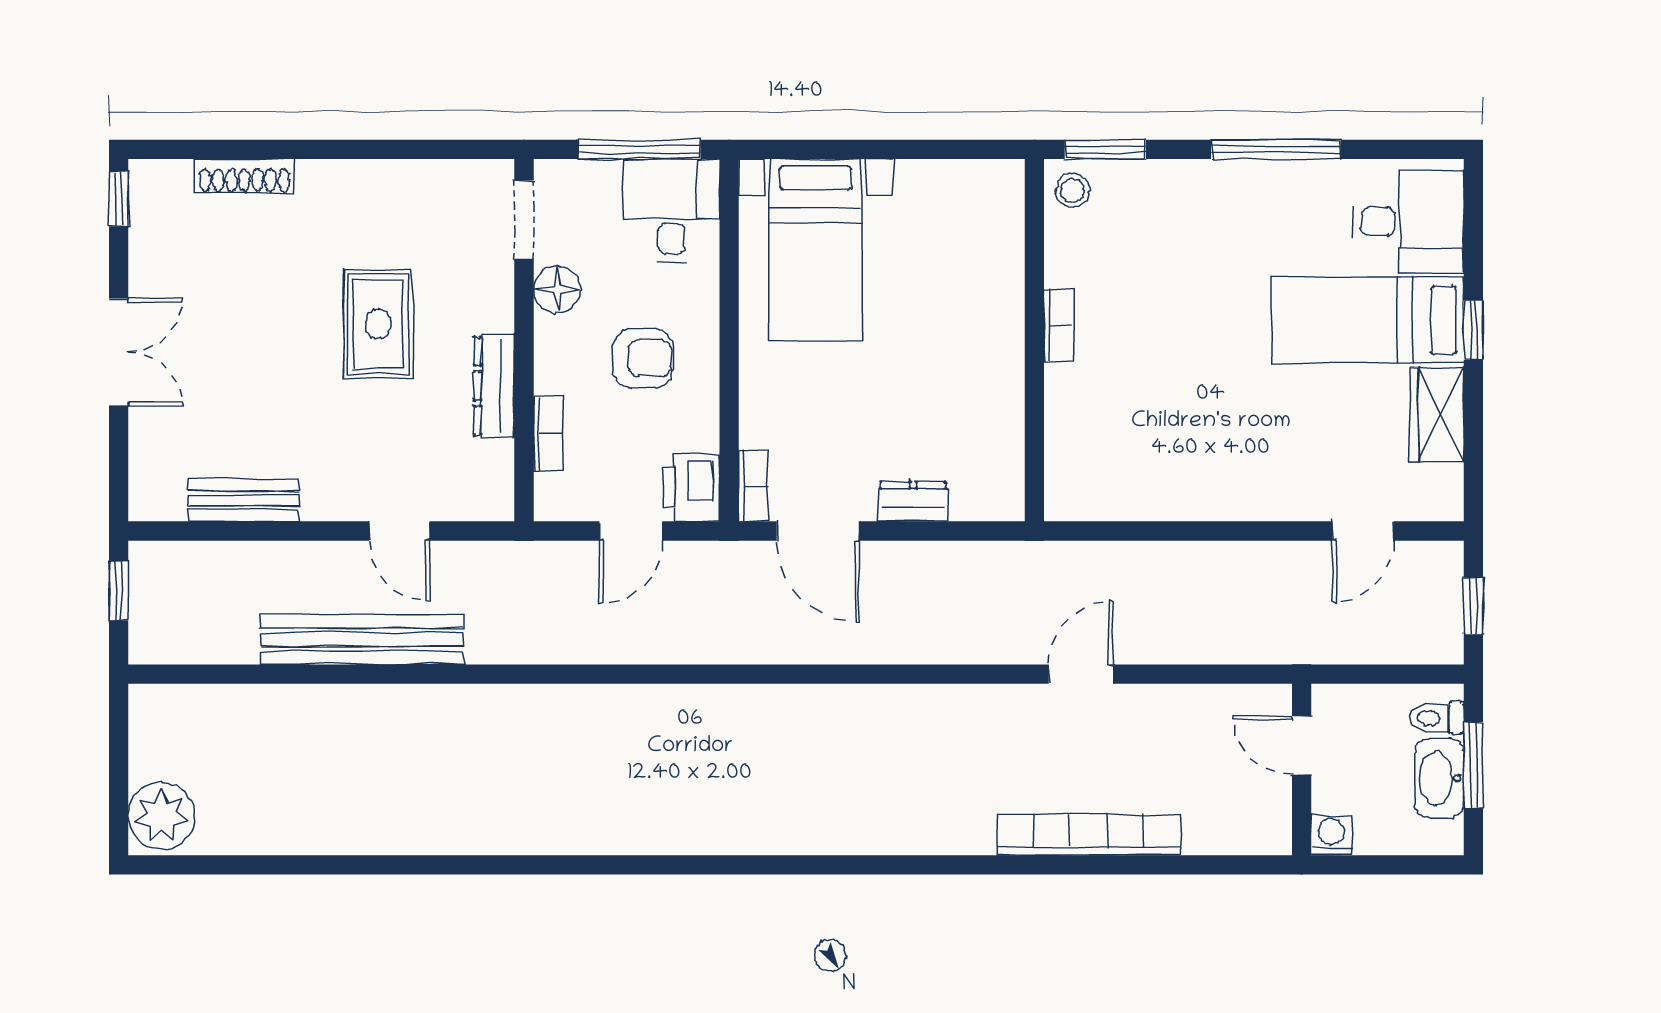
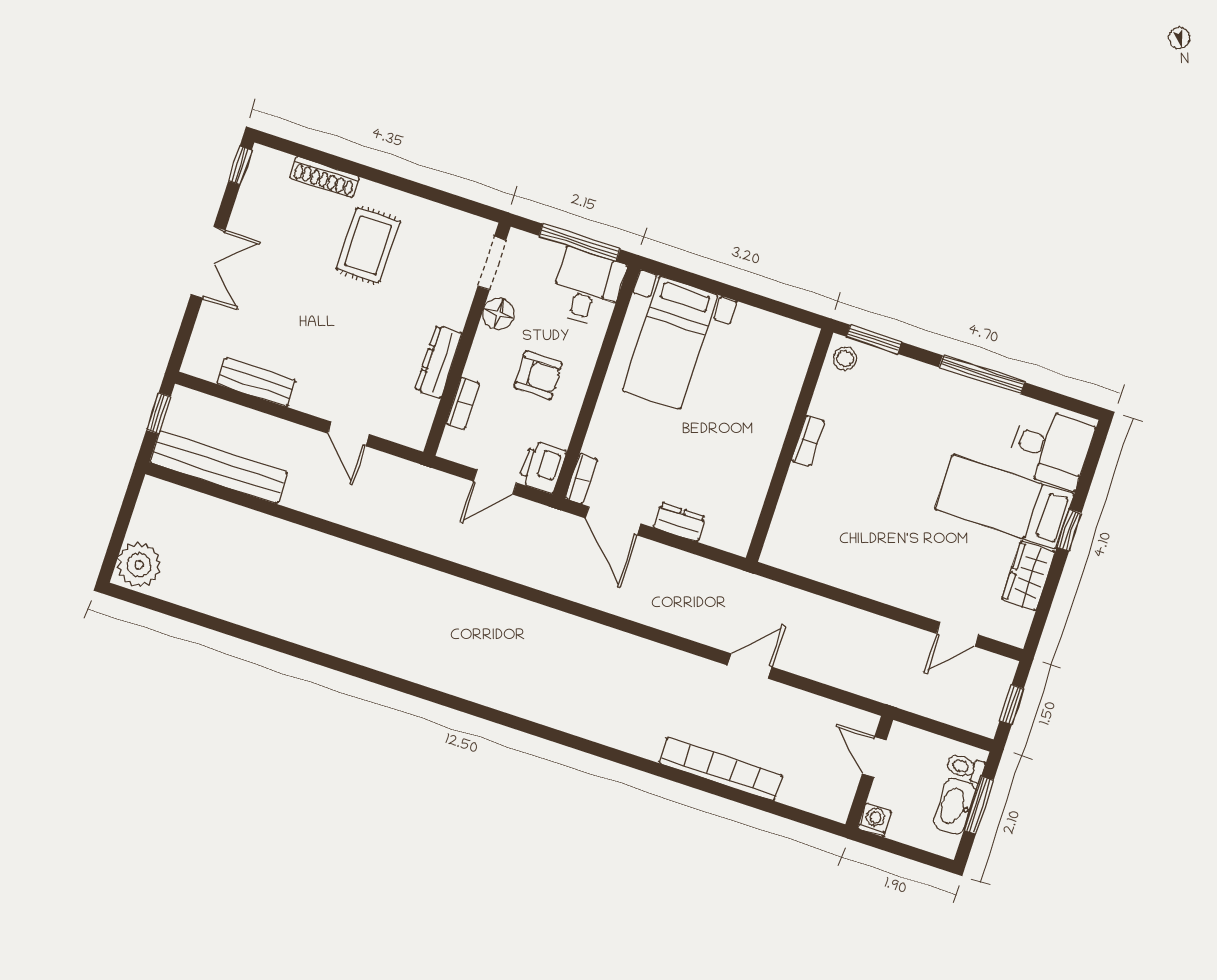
rug: (378, 324) -> (368, 245), moved
bench: (362, 639) -> (219, 467), moved

